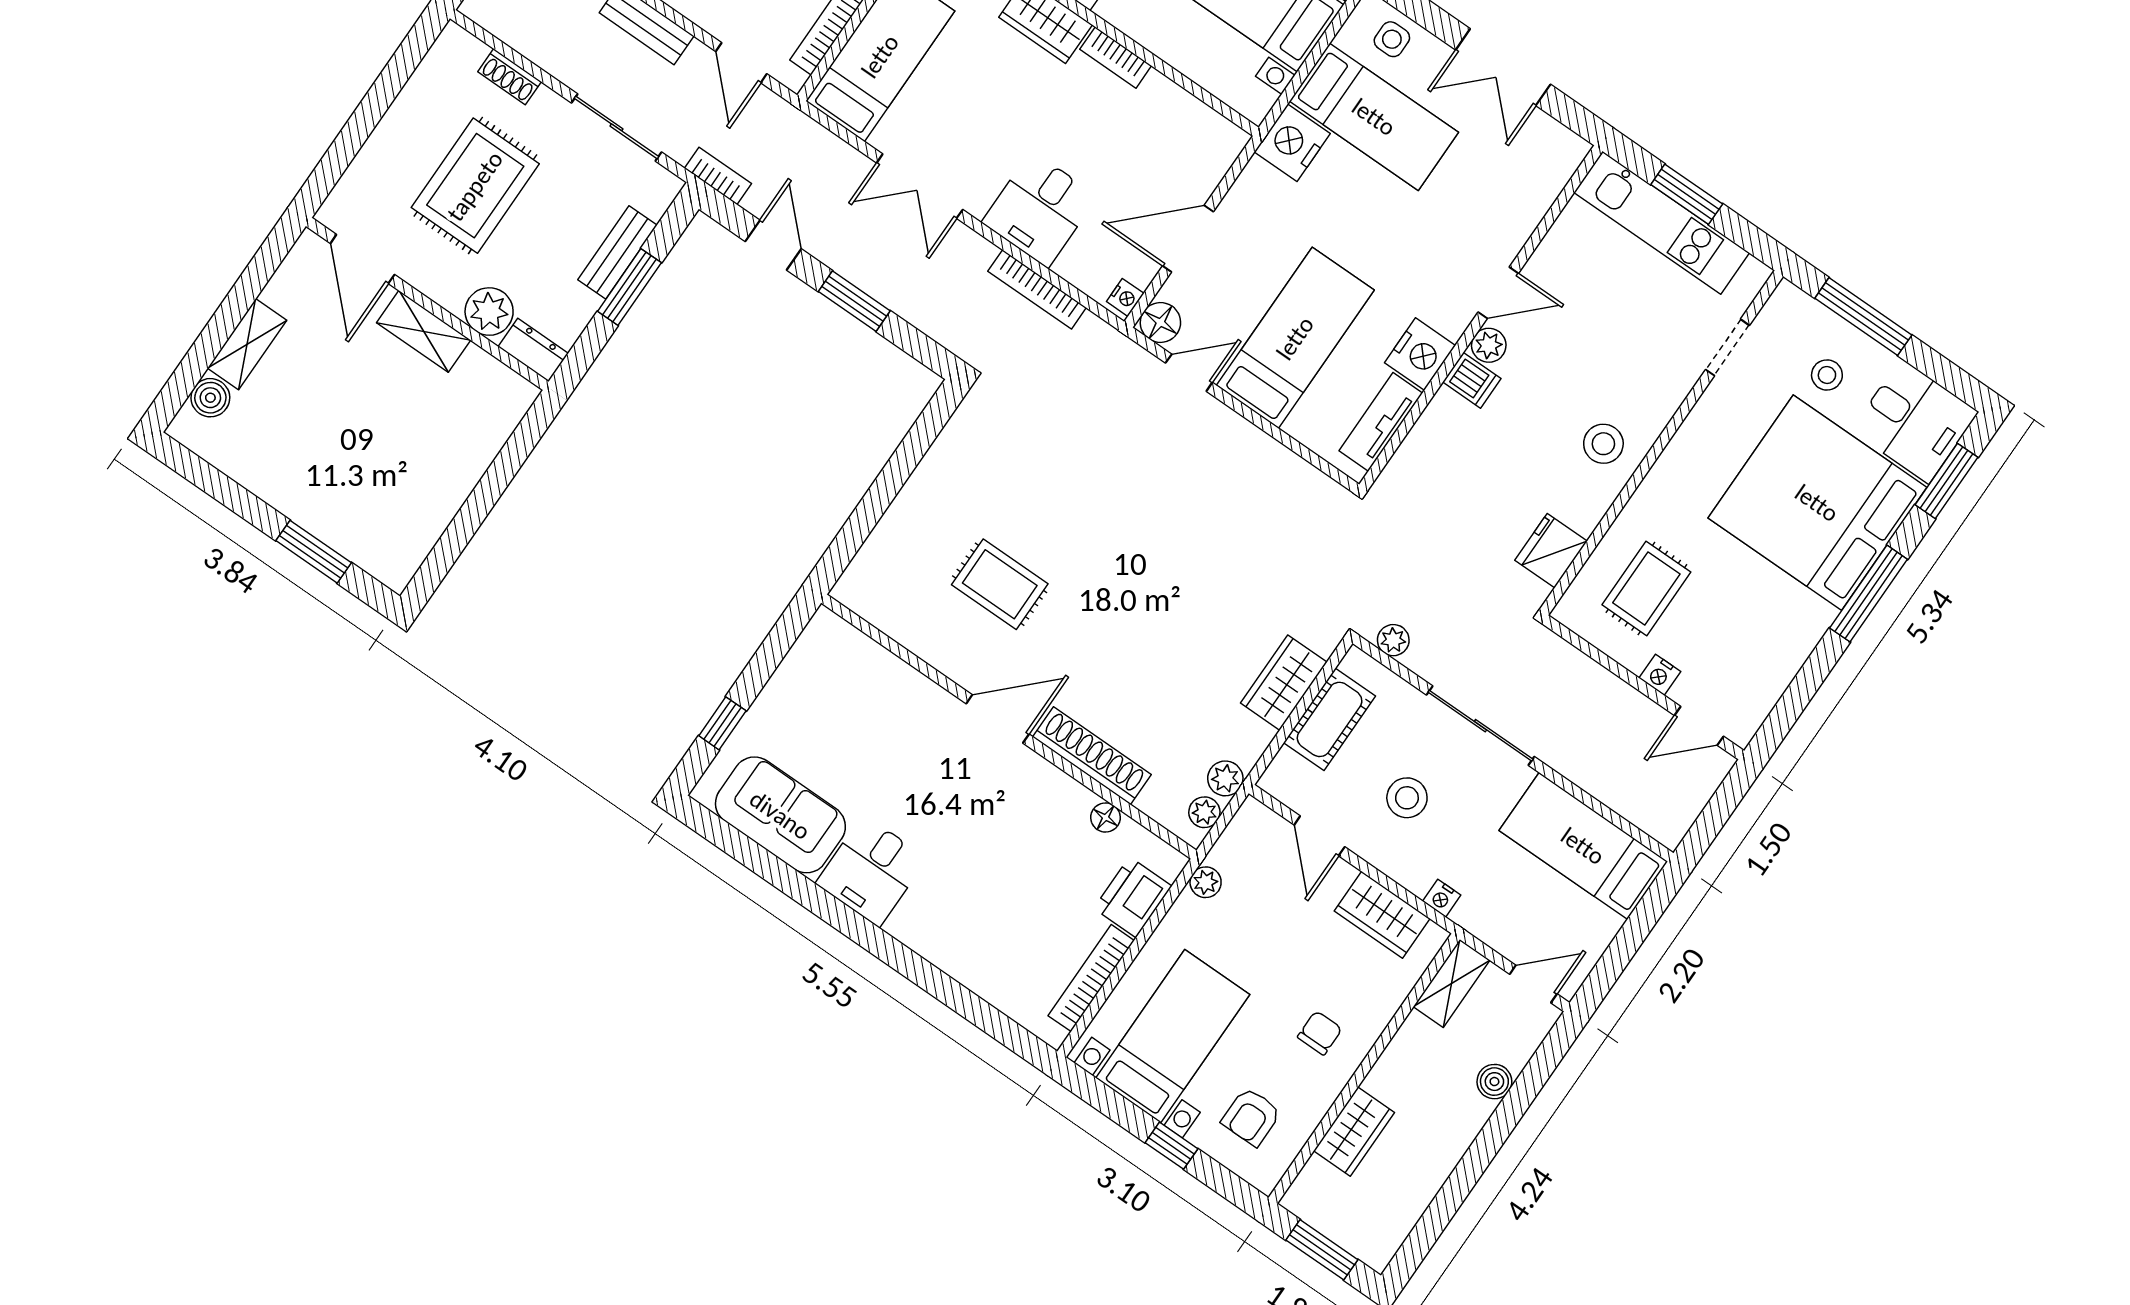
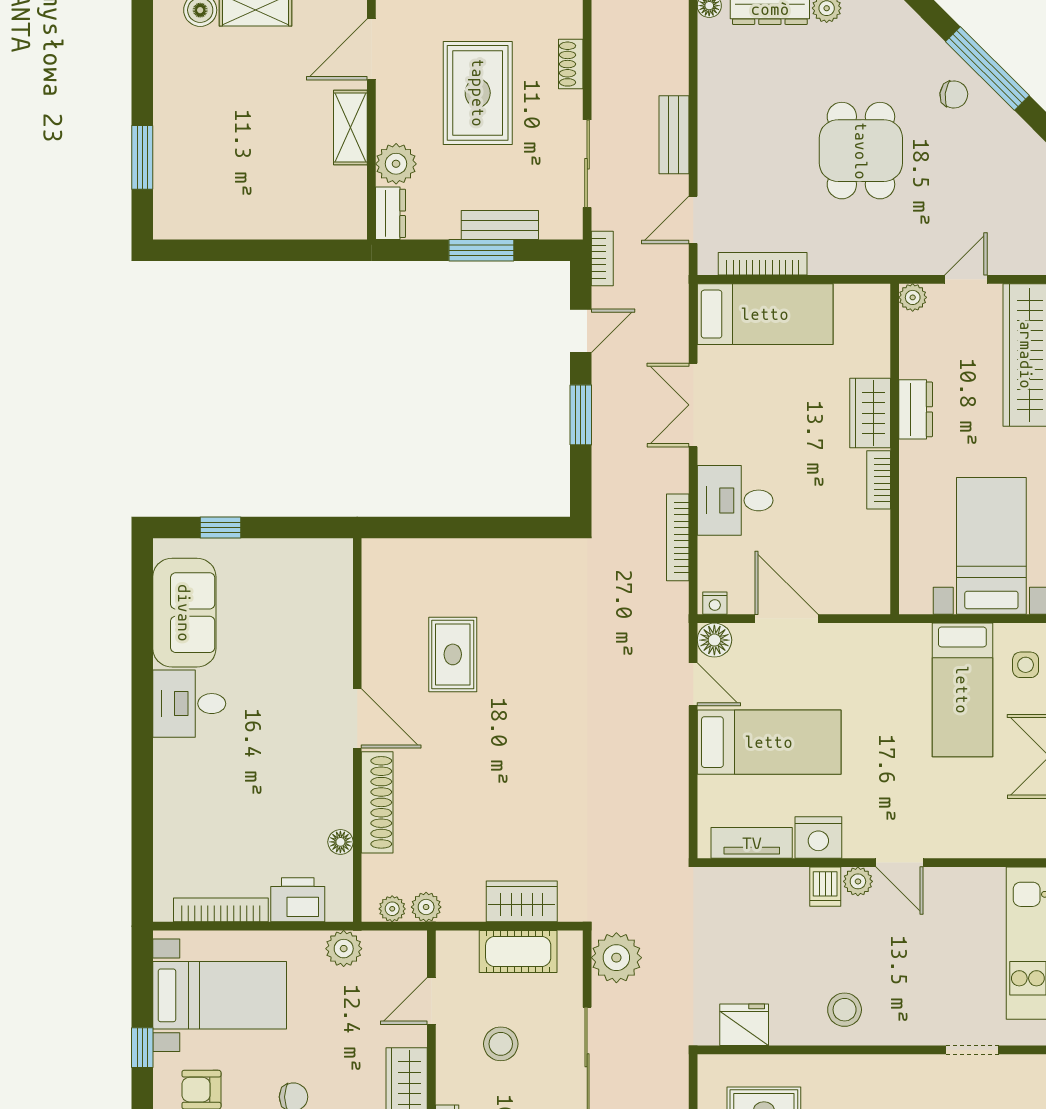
nightstand: (1292, 143) -> (905, 645), removed
rug: (475, 186) -> (478, 93), turned 90
plant: (1393, 640) -> (616, 958), width x1.88, depth x1.88
plant: (1206, 882) -> (344, 949), width x1.38, depth x1.38

